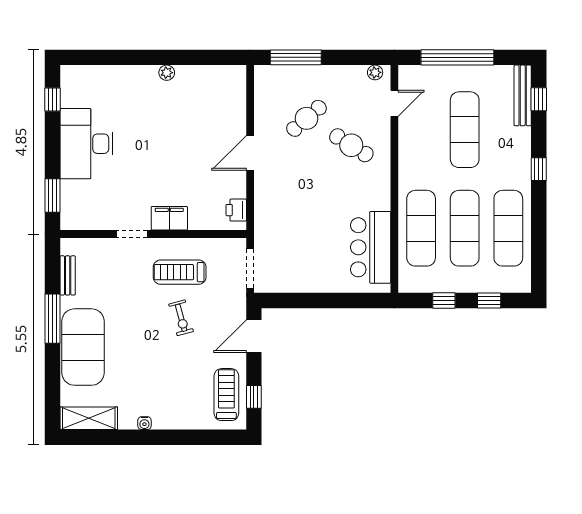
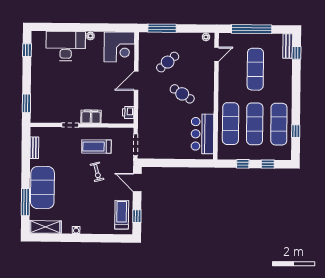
corner desk: (219, 92) -> (119, 47), added
bench: (523, 95) -> (288, 46), width x0.73
desk: (86, 144) -> (66, 46), moved, turned 90
cafe table: (351, 145) -> (182, 94), moved
window: (539, 169) -> (296, 131), moved
window: (53, 319) -> (25, 202), moved
door: (254, 336) -> (137, 182), hinge flipped

